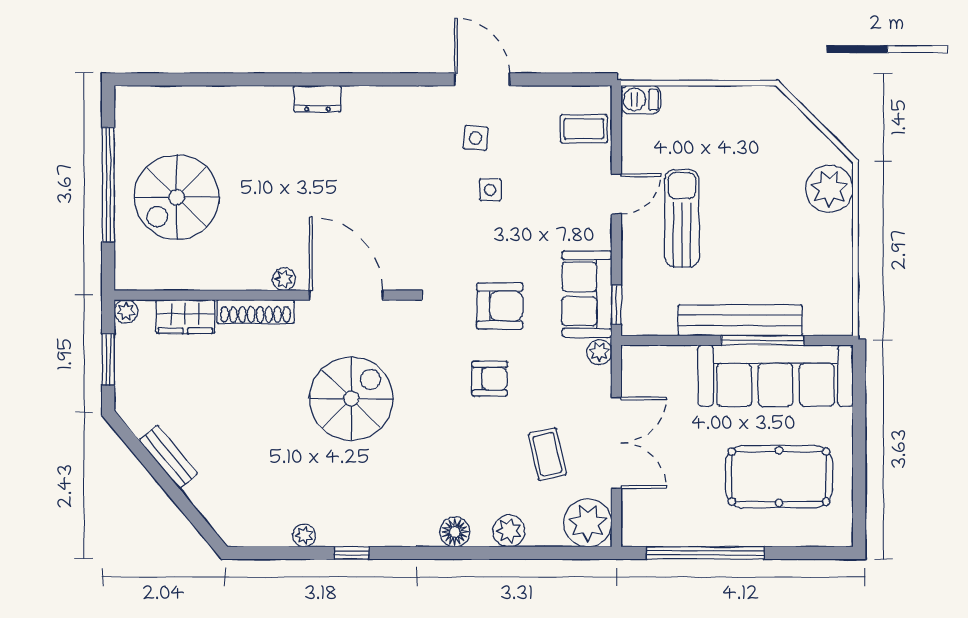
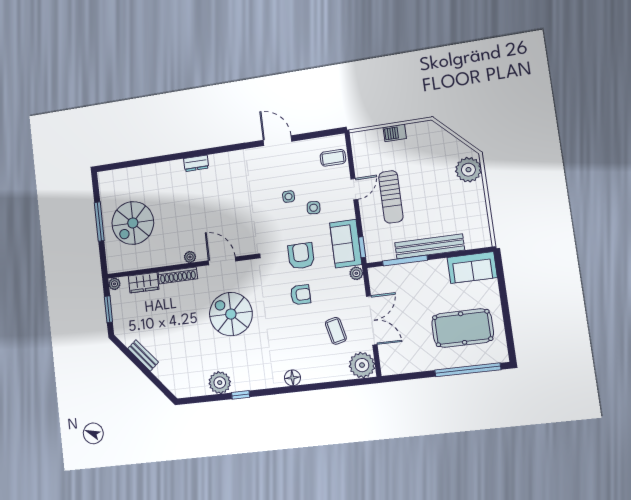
barbecue: (641, 100) -> (395, 133), moved
side table: (476, 138) -> (314, 208), moved
window: (108, 185) -> (99, 222), width x0.68
sun lounger: (682, 218) -> (391, 197), turned 180
door: (346, 295) -> (222, 261), width x0.73
armchair: (500, 306) -> (301, 256), turned -90
window: (763, 340) -> (405, 261), moved
sofa: (775, 376) -> (472, 268), width x0.54, depth x0.79
spiral stairs: (351, 399) -> (231, 314), turned -90
plant: (509, 531) -> (321, 374), removed
plant: (304, 535) -> (220, 383), width x1.87, depth x1.87
window: (705, 553) -> (468, 370), moved

